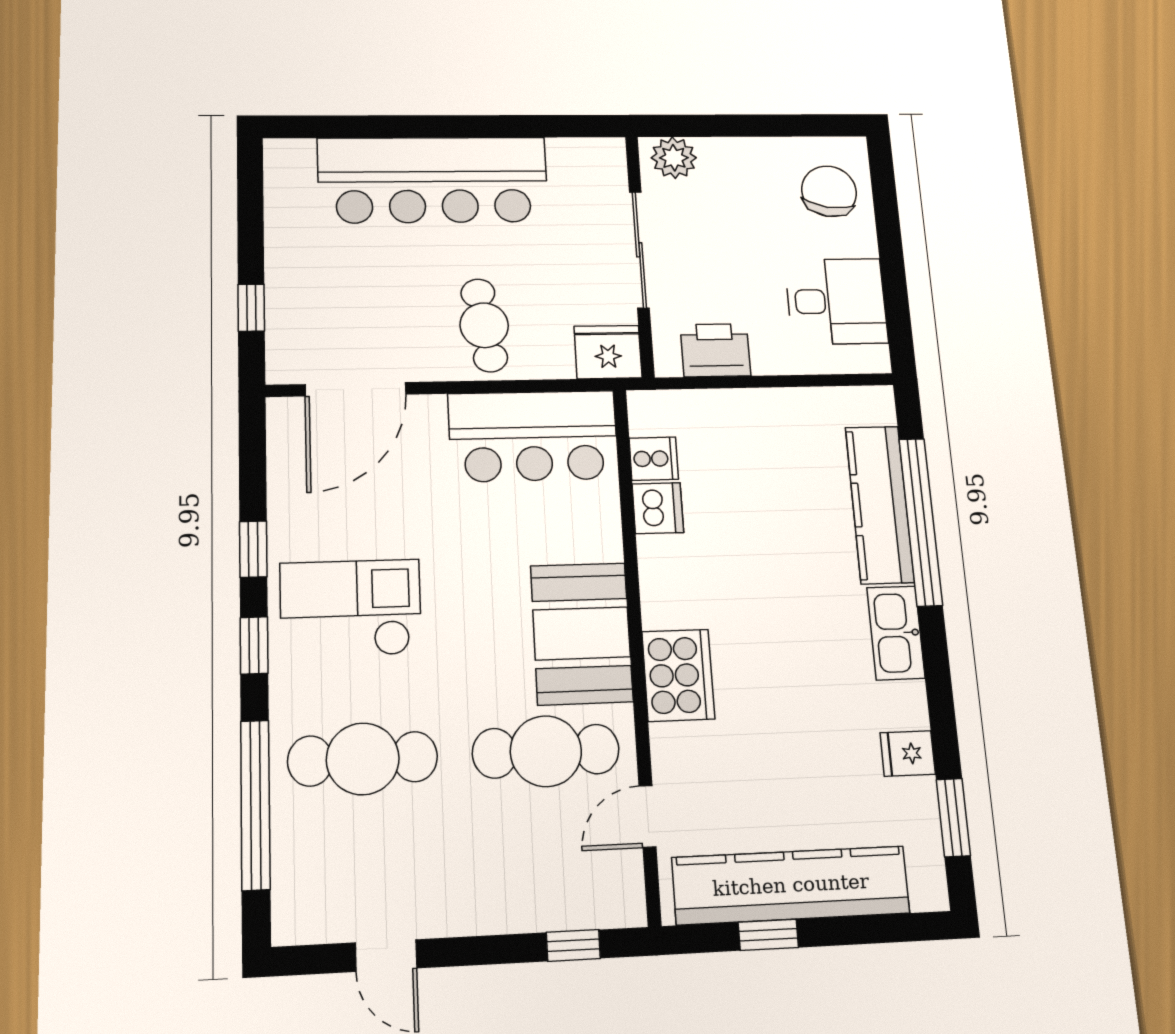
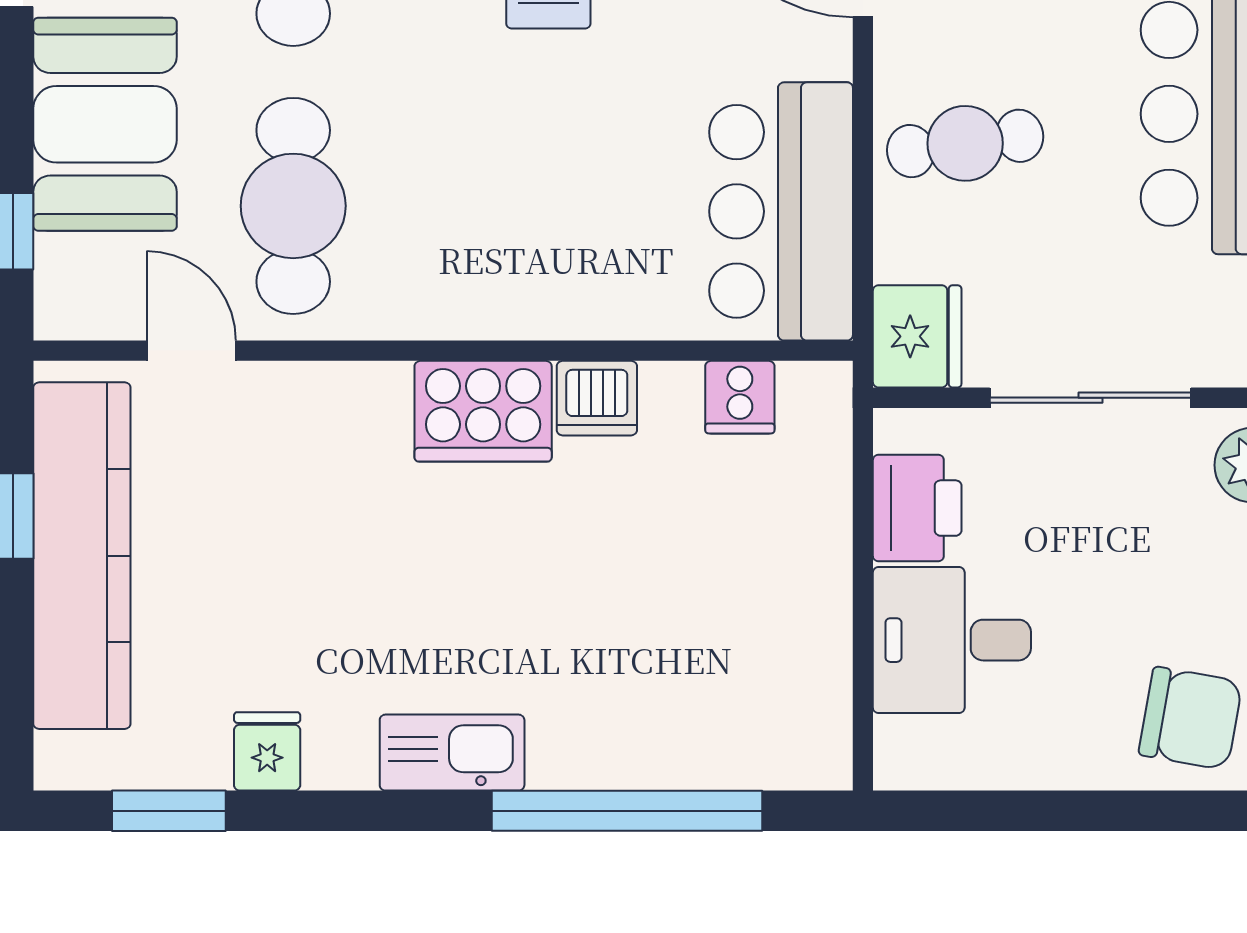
desk: (836, 301) -> (952, 640), moved, turned 90
kitchen counter: (880, 504) -> (657, 748), removed
dishwasher: (658, 508) -> (597, 398), moved
booth: (582, 633) -> (105, 124), moved, turned 90
cooker: (678, 675) -> (483, 411), moved

